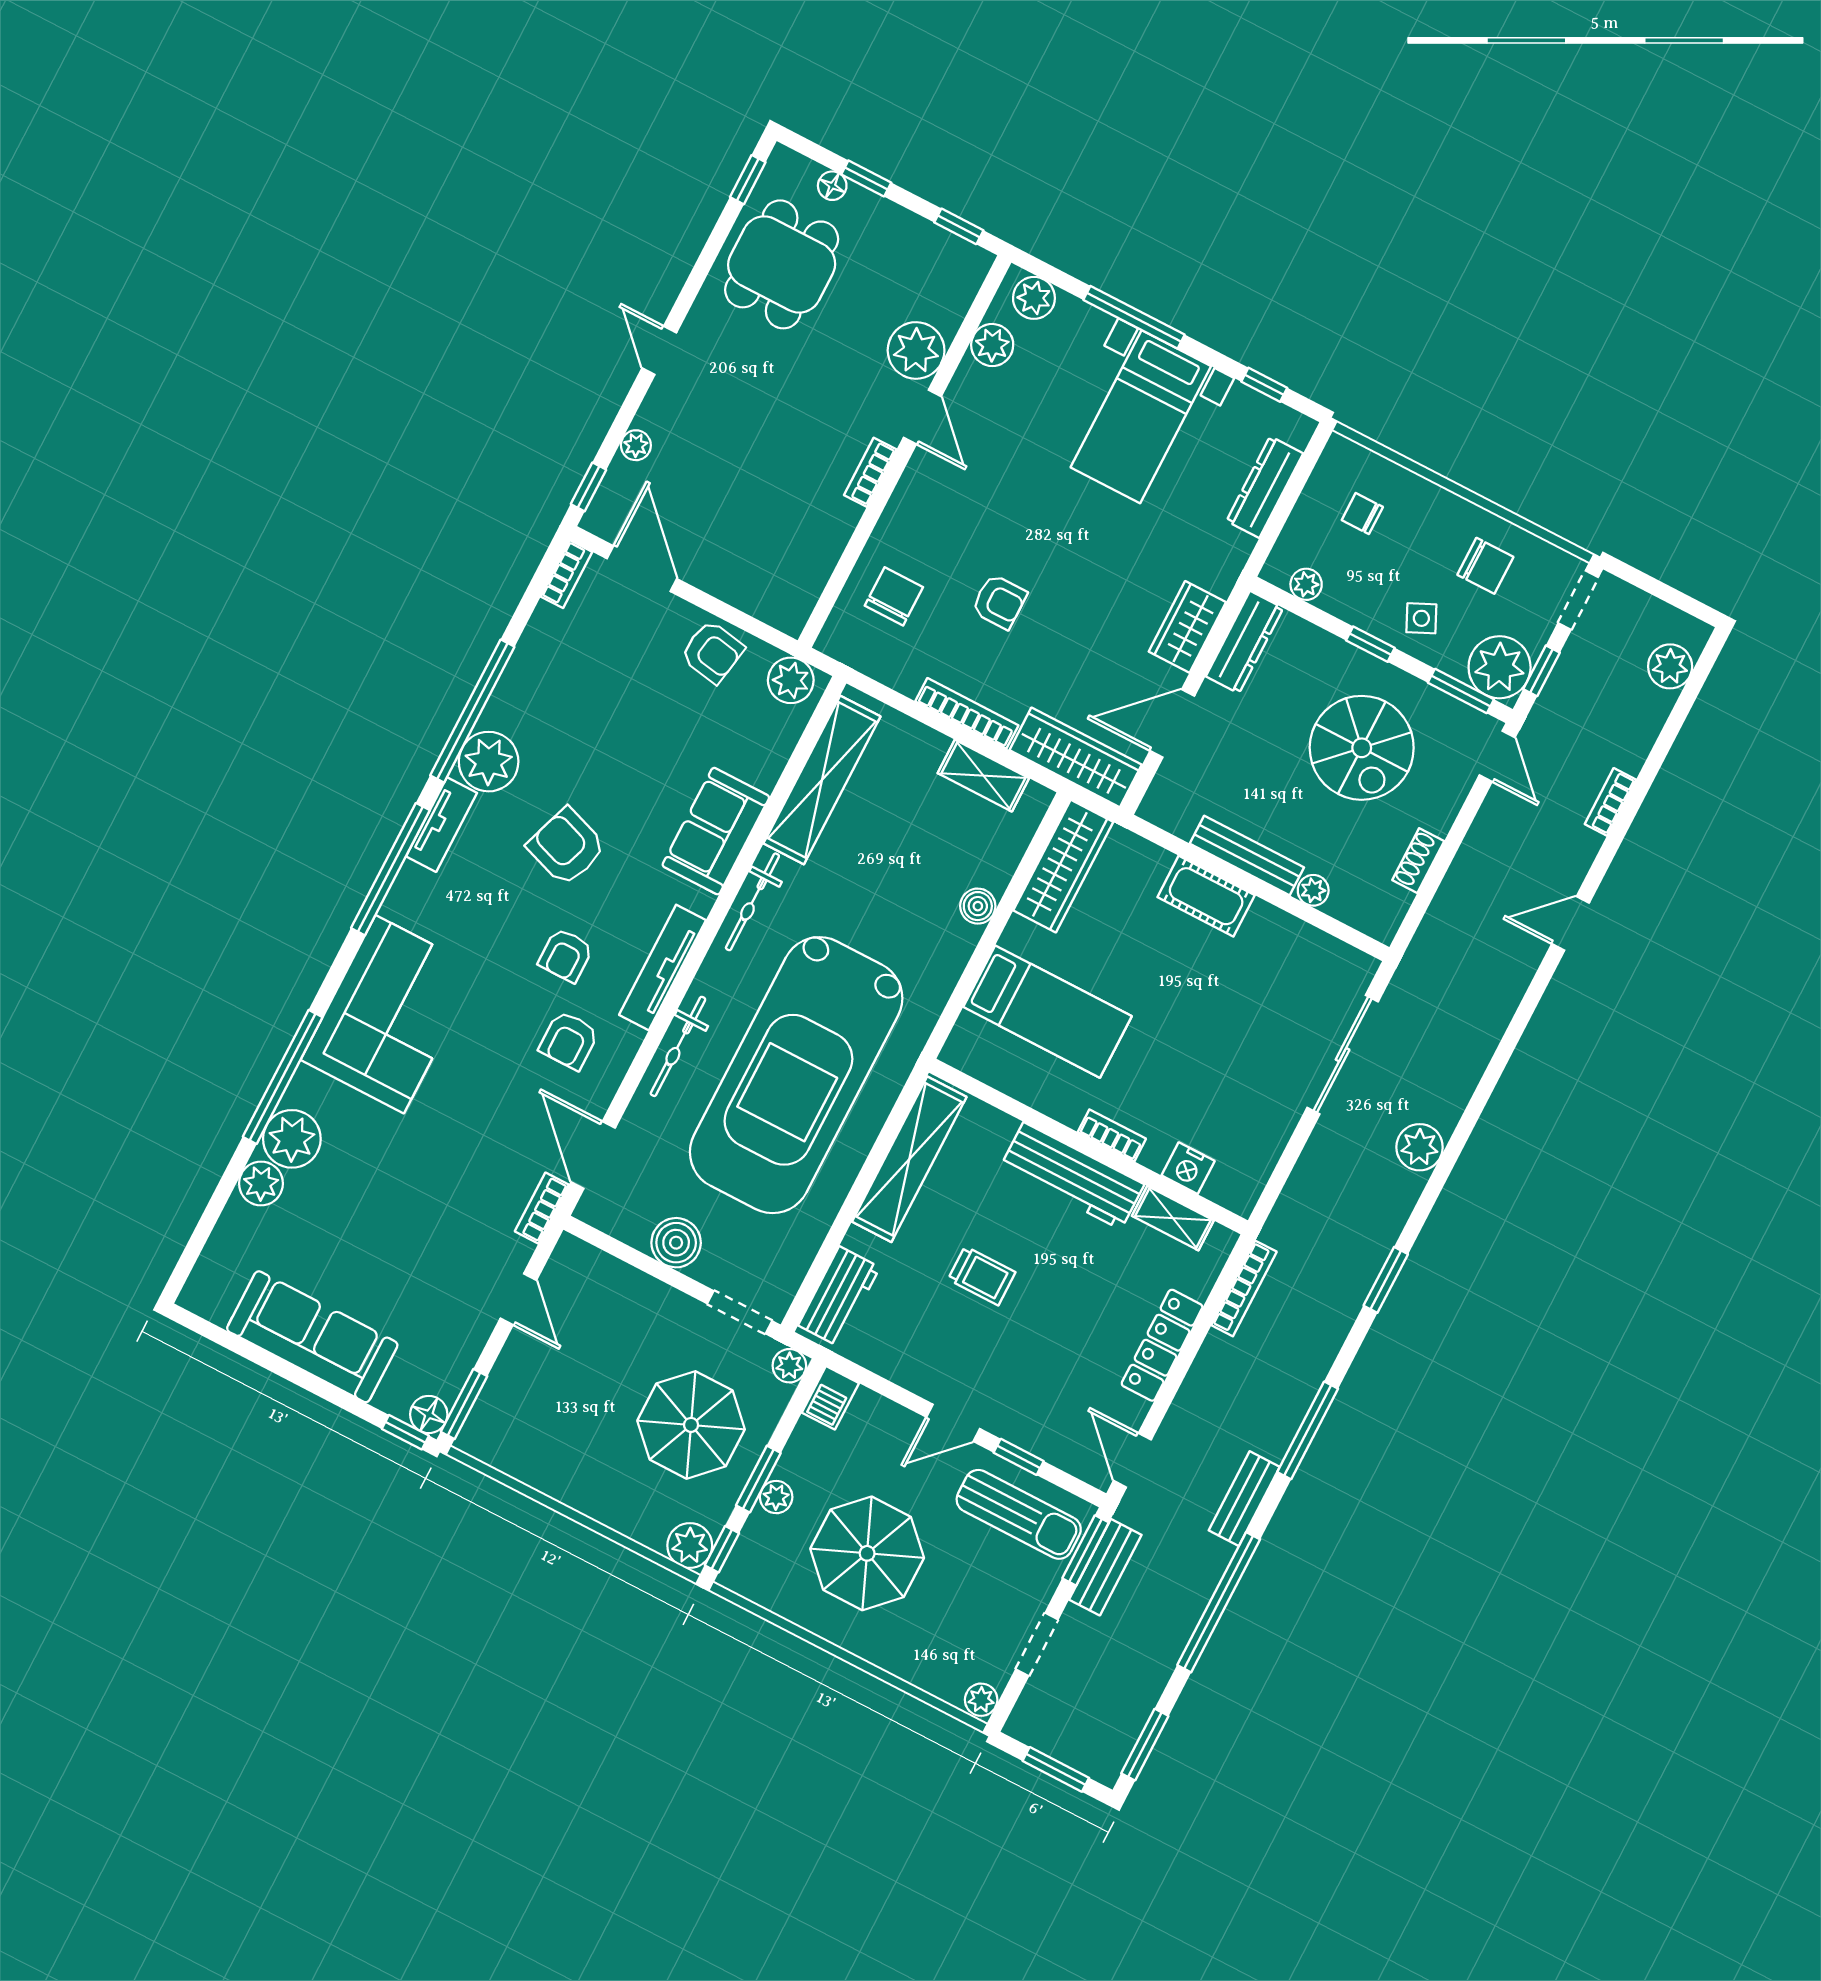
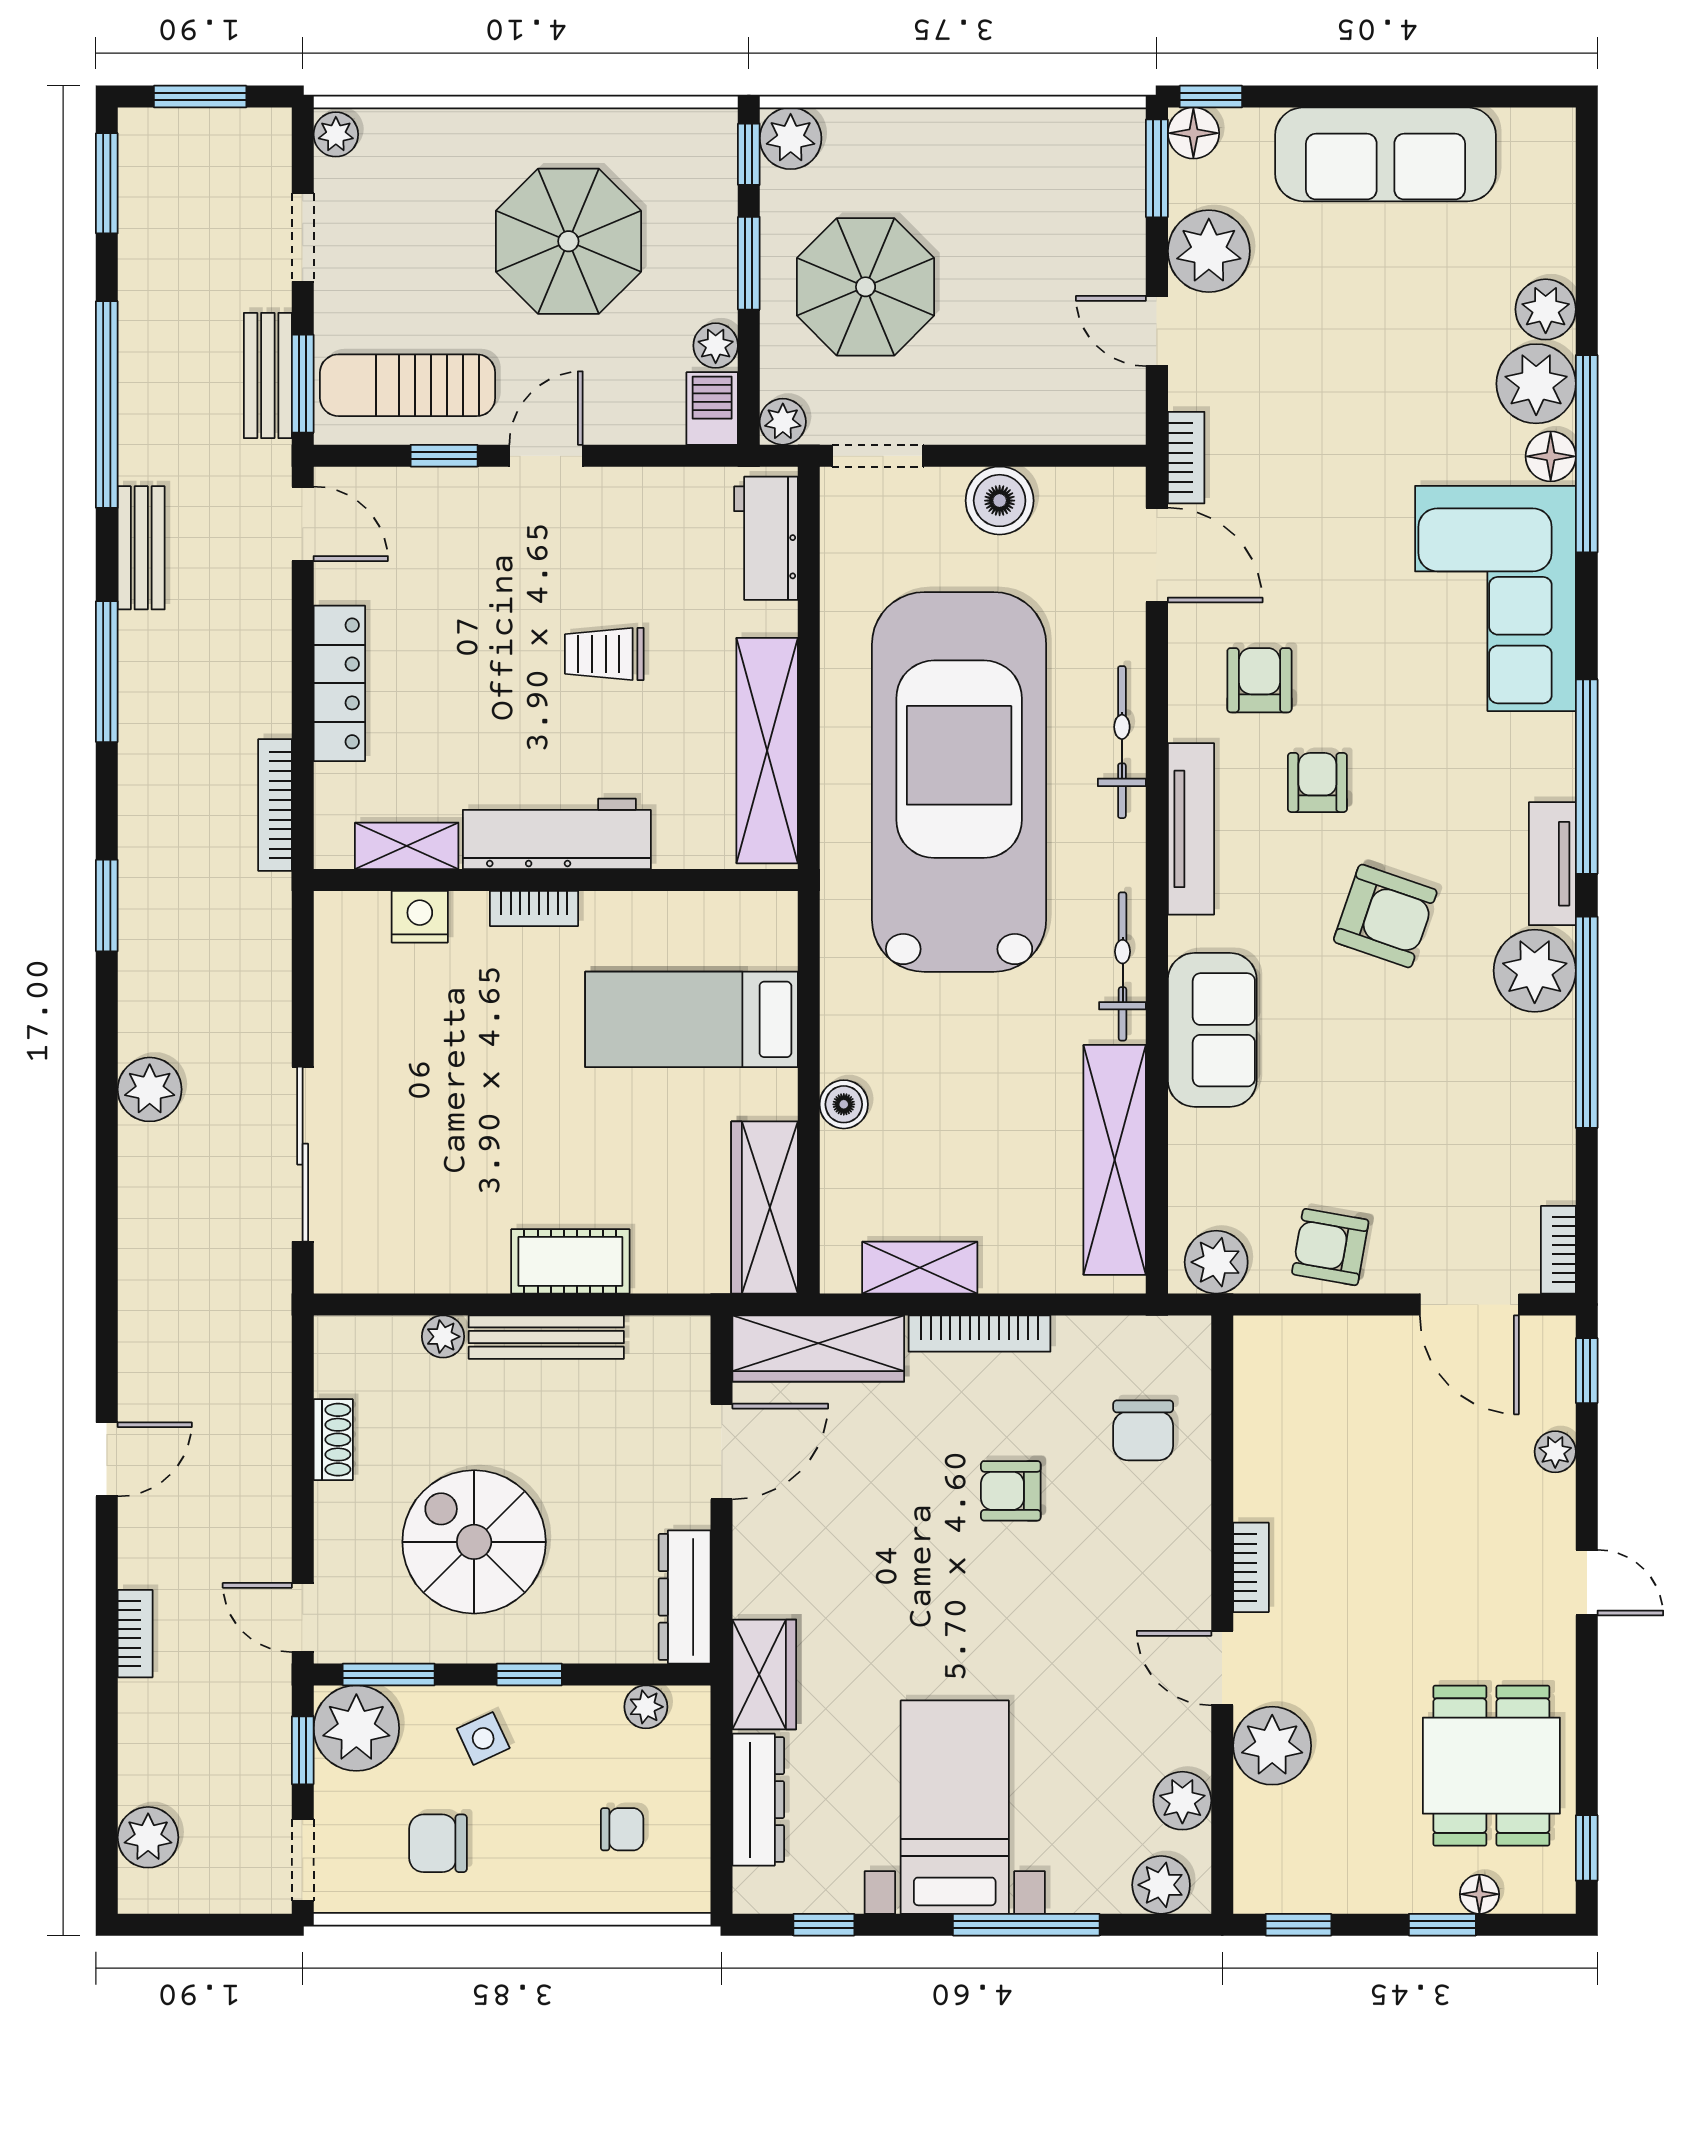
wardrobe: (1187, 627) -> (764, 1674), moved
floor lamp: (307, 1087) -> (1551, 456), added
plant: (458, 1333) -> (1209, 251), added
plant: (776, 1497) -> (716, 346), moved

